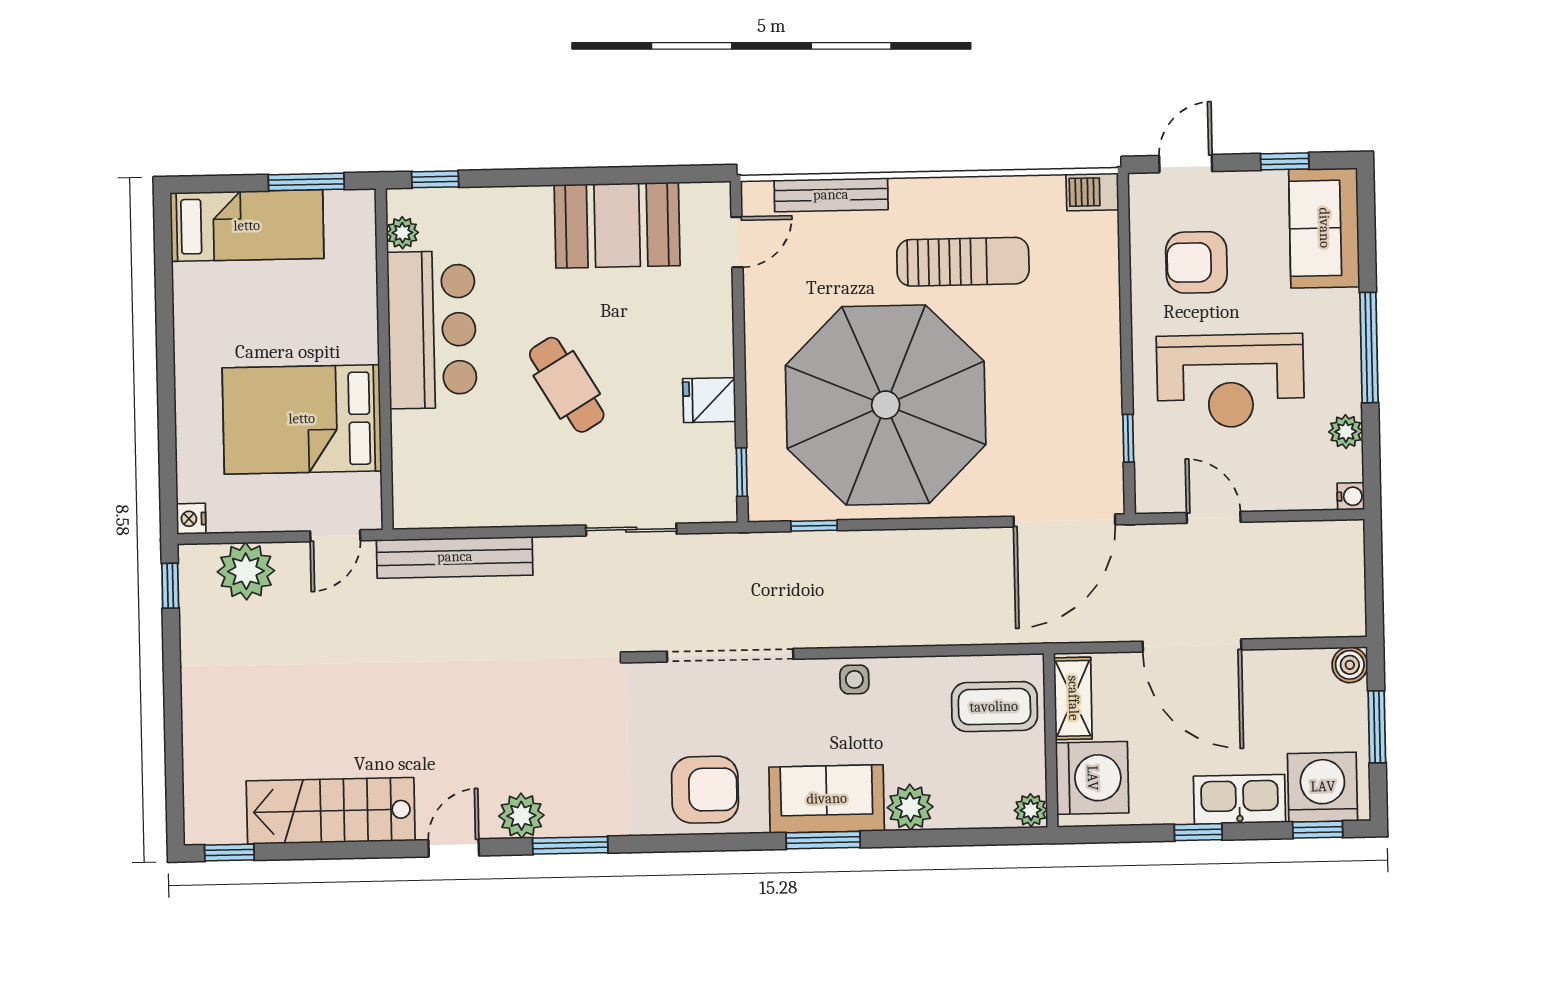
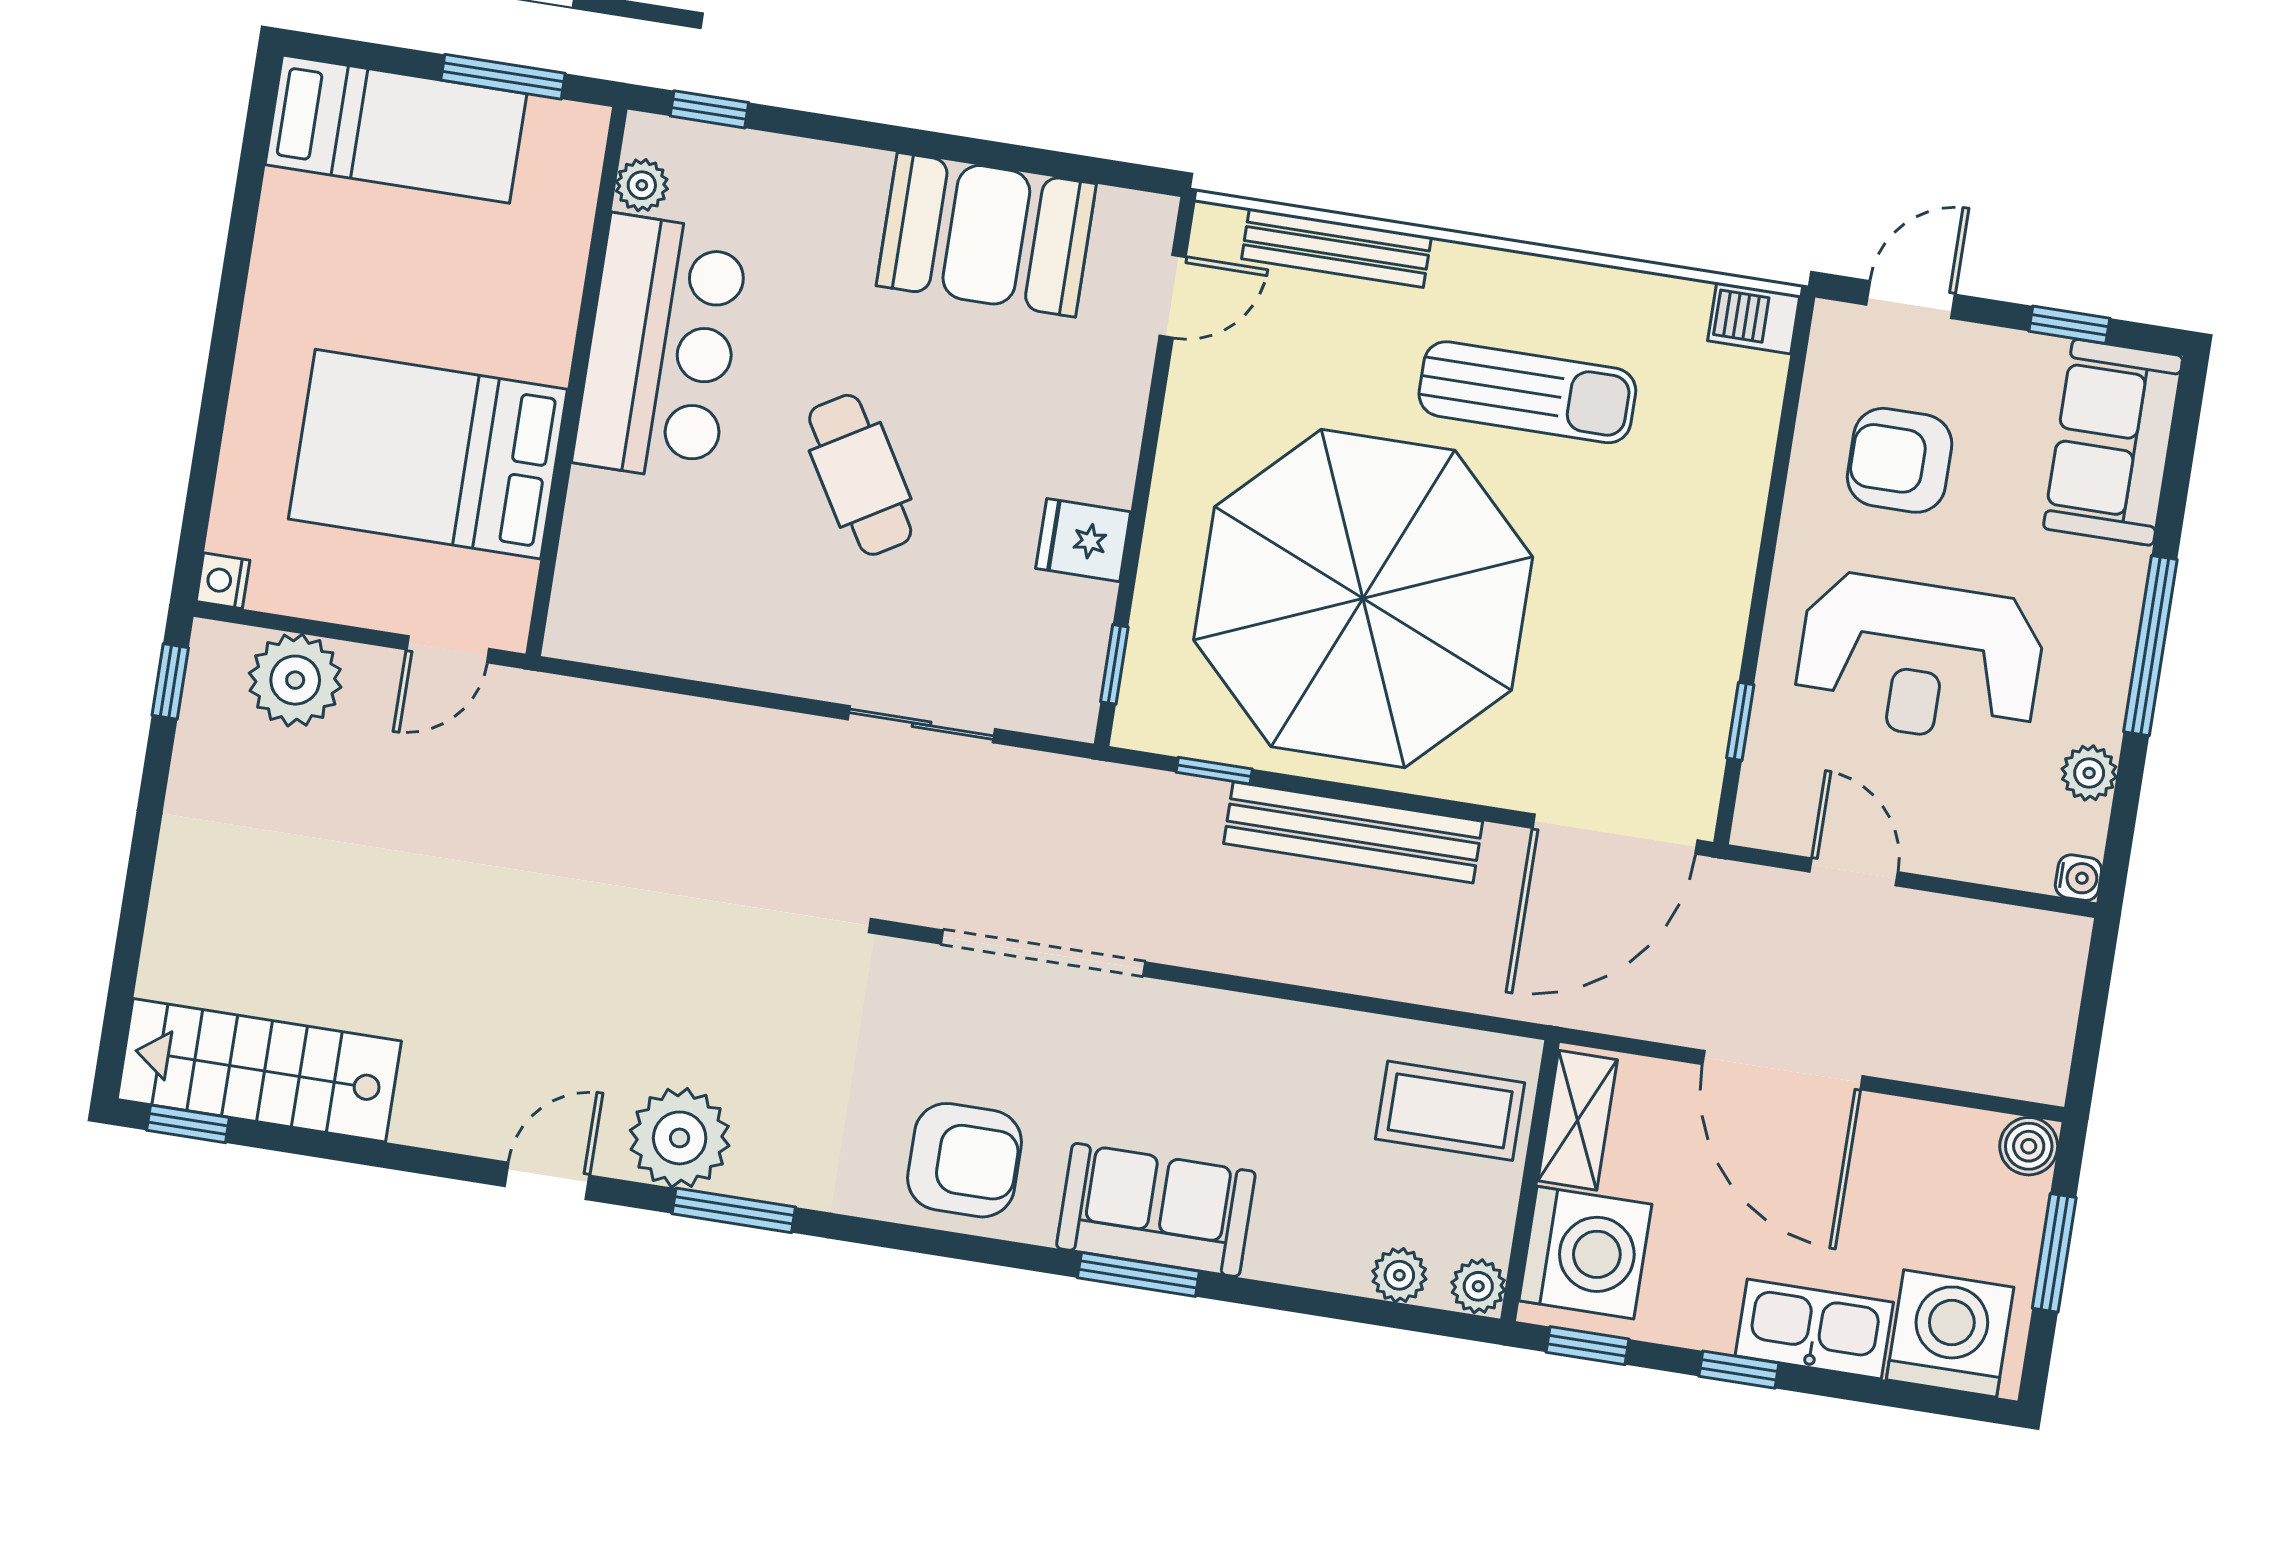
bench: (455, 557) -> (1353, 832), moved
side table: (854, 679) -> (1234, 1027), removed
plant: (910, 807) -> (1399, 1275), moved, width x0.73, depth x0.73
stairs: (331, 811) -> (259, 1070), moved
plant: (521, 816) -> (680, 1138), width x1.36, depth x1.36
window: (1318, 830) -> (1588, 1346), moved

